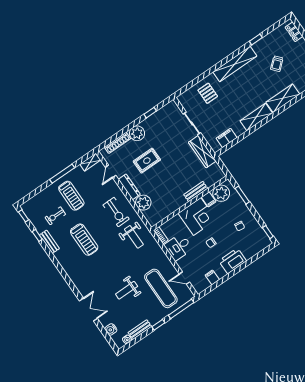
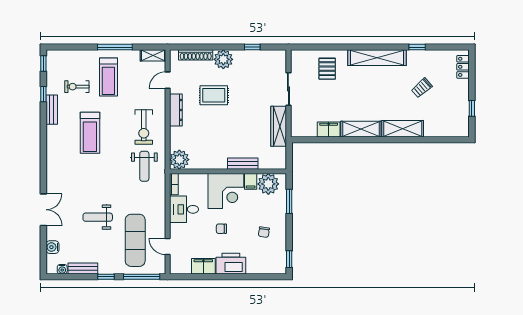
filing cabinet: (227, 138) -> (329, 130), moved
plant: (143, 203) -> (179, 160), moved
filing cabinet: (212, 277) -> (203, 266), width x2.00

